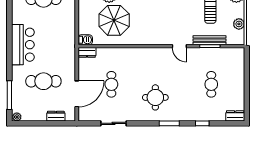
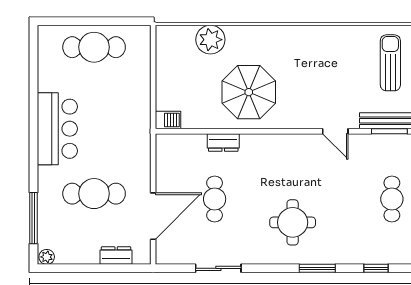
parasol: (114, 20) -> (249, 92), moved
dresser: (87, 52) -> (223, 142), moved

